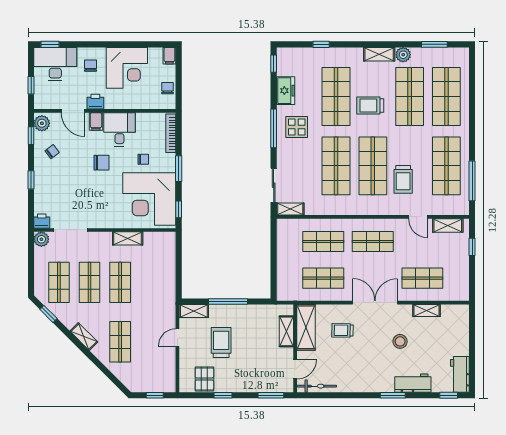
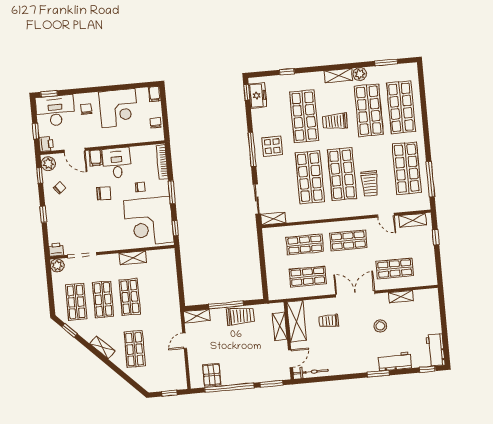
freezer: (286, 91) -> (258, 96), moved
printer: (95, 102) -> (46, 144), moved, turned 90
trolley: (221, 343) -> (240, 316), moved, turned 90
window: (223, 395) -> (229, 388), width x3.17

